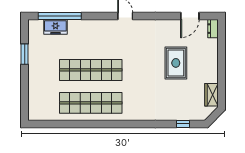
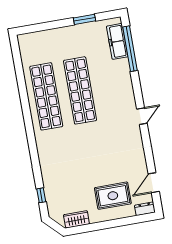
door: (190, 16) -> (154, 183), hinge flipped
freezer: (55, 27) -> (117, 41), width x1.40
rug: (176, 63) -> (113, 196), moved

